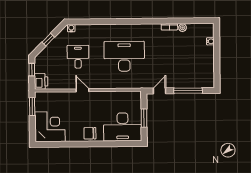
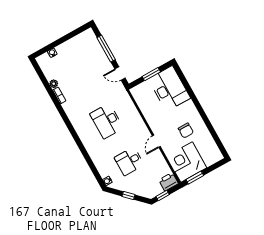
desk: (124, 56) -> (107, 121), width x0.73, depth x0.77
corner desk: (50, 127) -> (187, 162), moved
chair: (90, 133) -> (186, 131), moved

